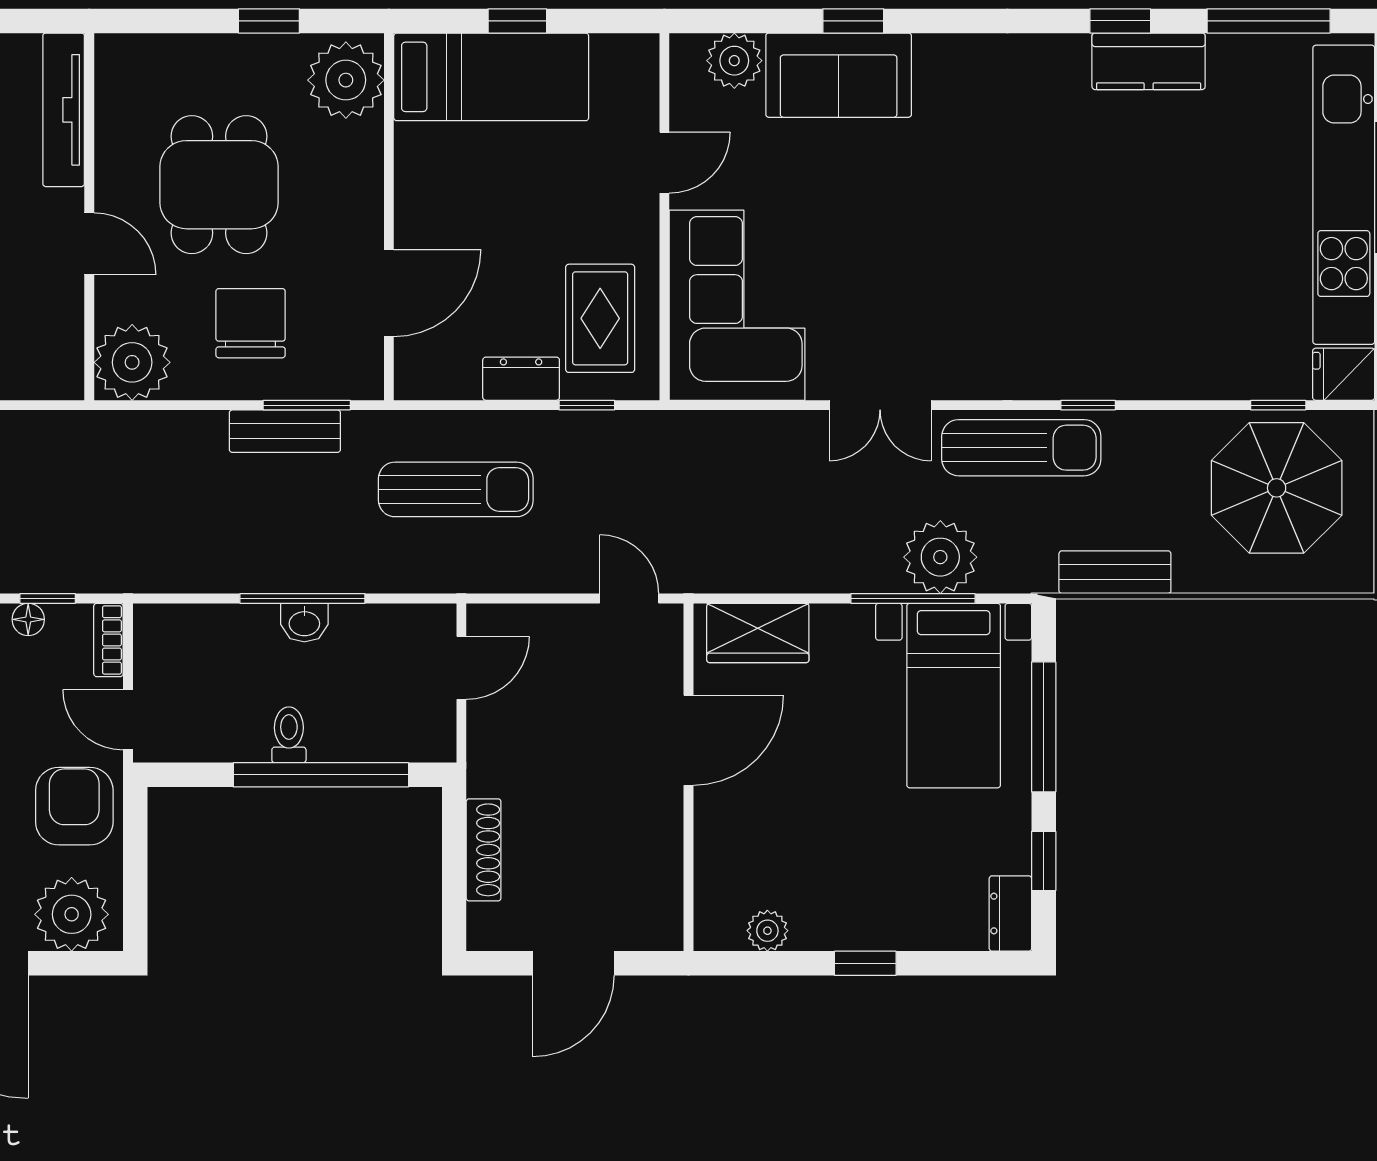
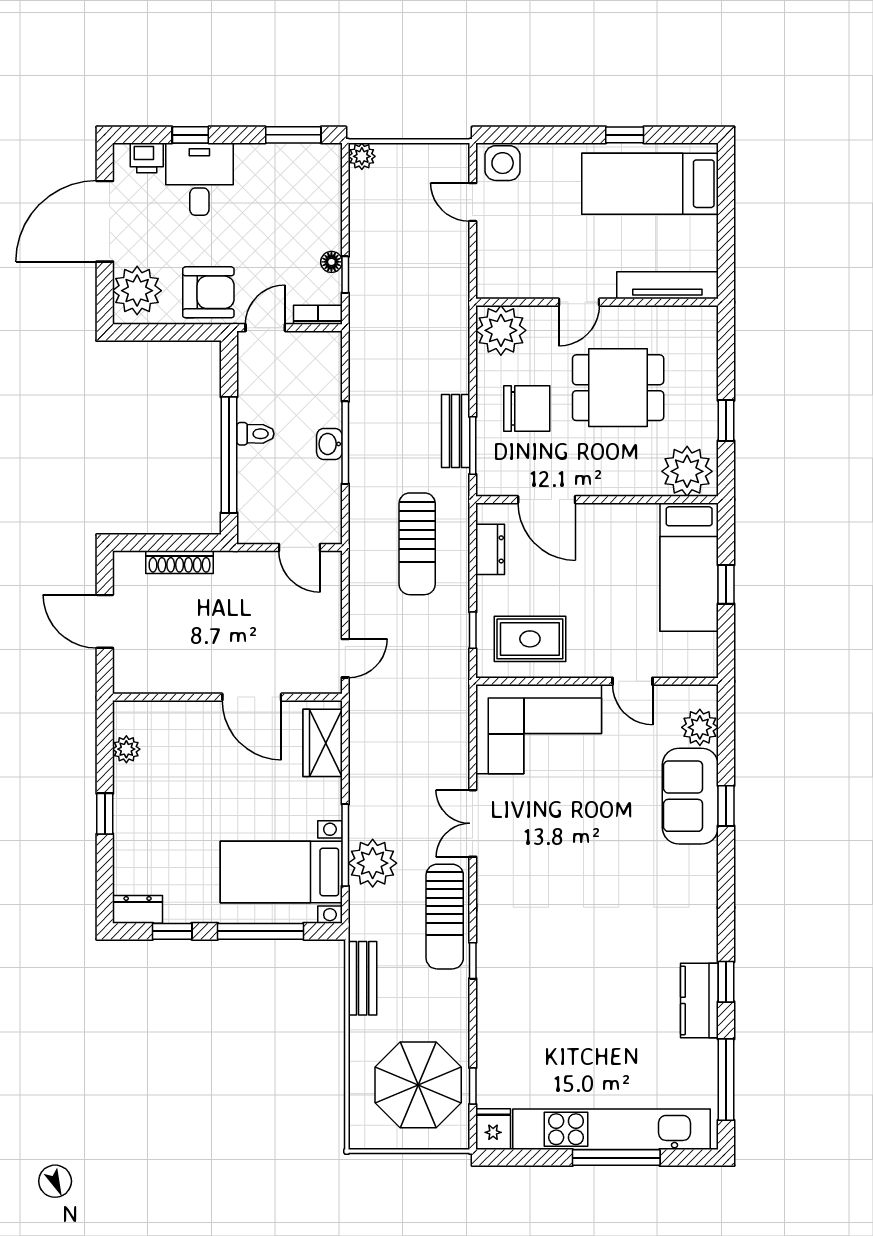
dresser: (521, 379) -> (490, 549), moved

